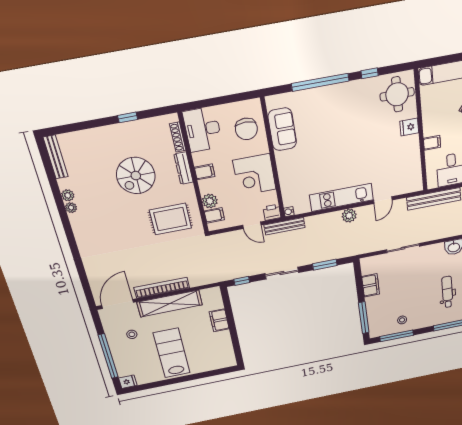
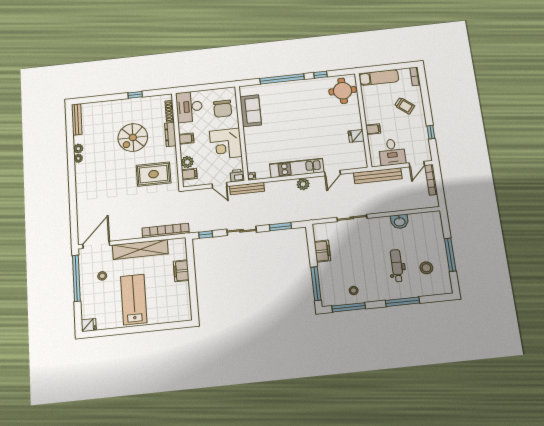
fridge: (409, 127) -> (356, 136), moved
bookcase: (162, 288) -> (165, 231), moved
window: (108, 356) -> (76, 278), moved

